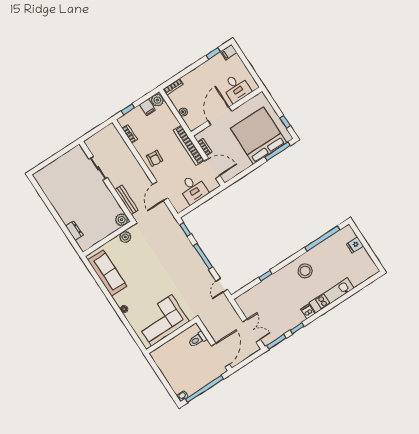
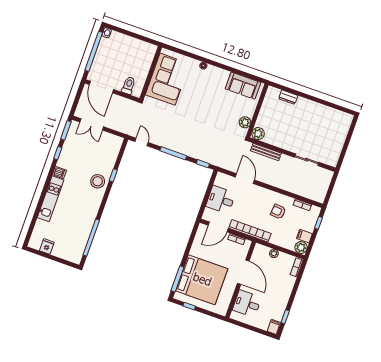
armchair: (155, 158) -> (278, 212), moved
fridge: (355, 245) -> (47, 246), moved
stool: (305, 271) -> (98, 181), moved
sofa: (107, 273) -> (243, 86), width x0.73

